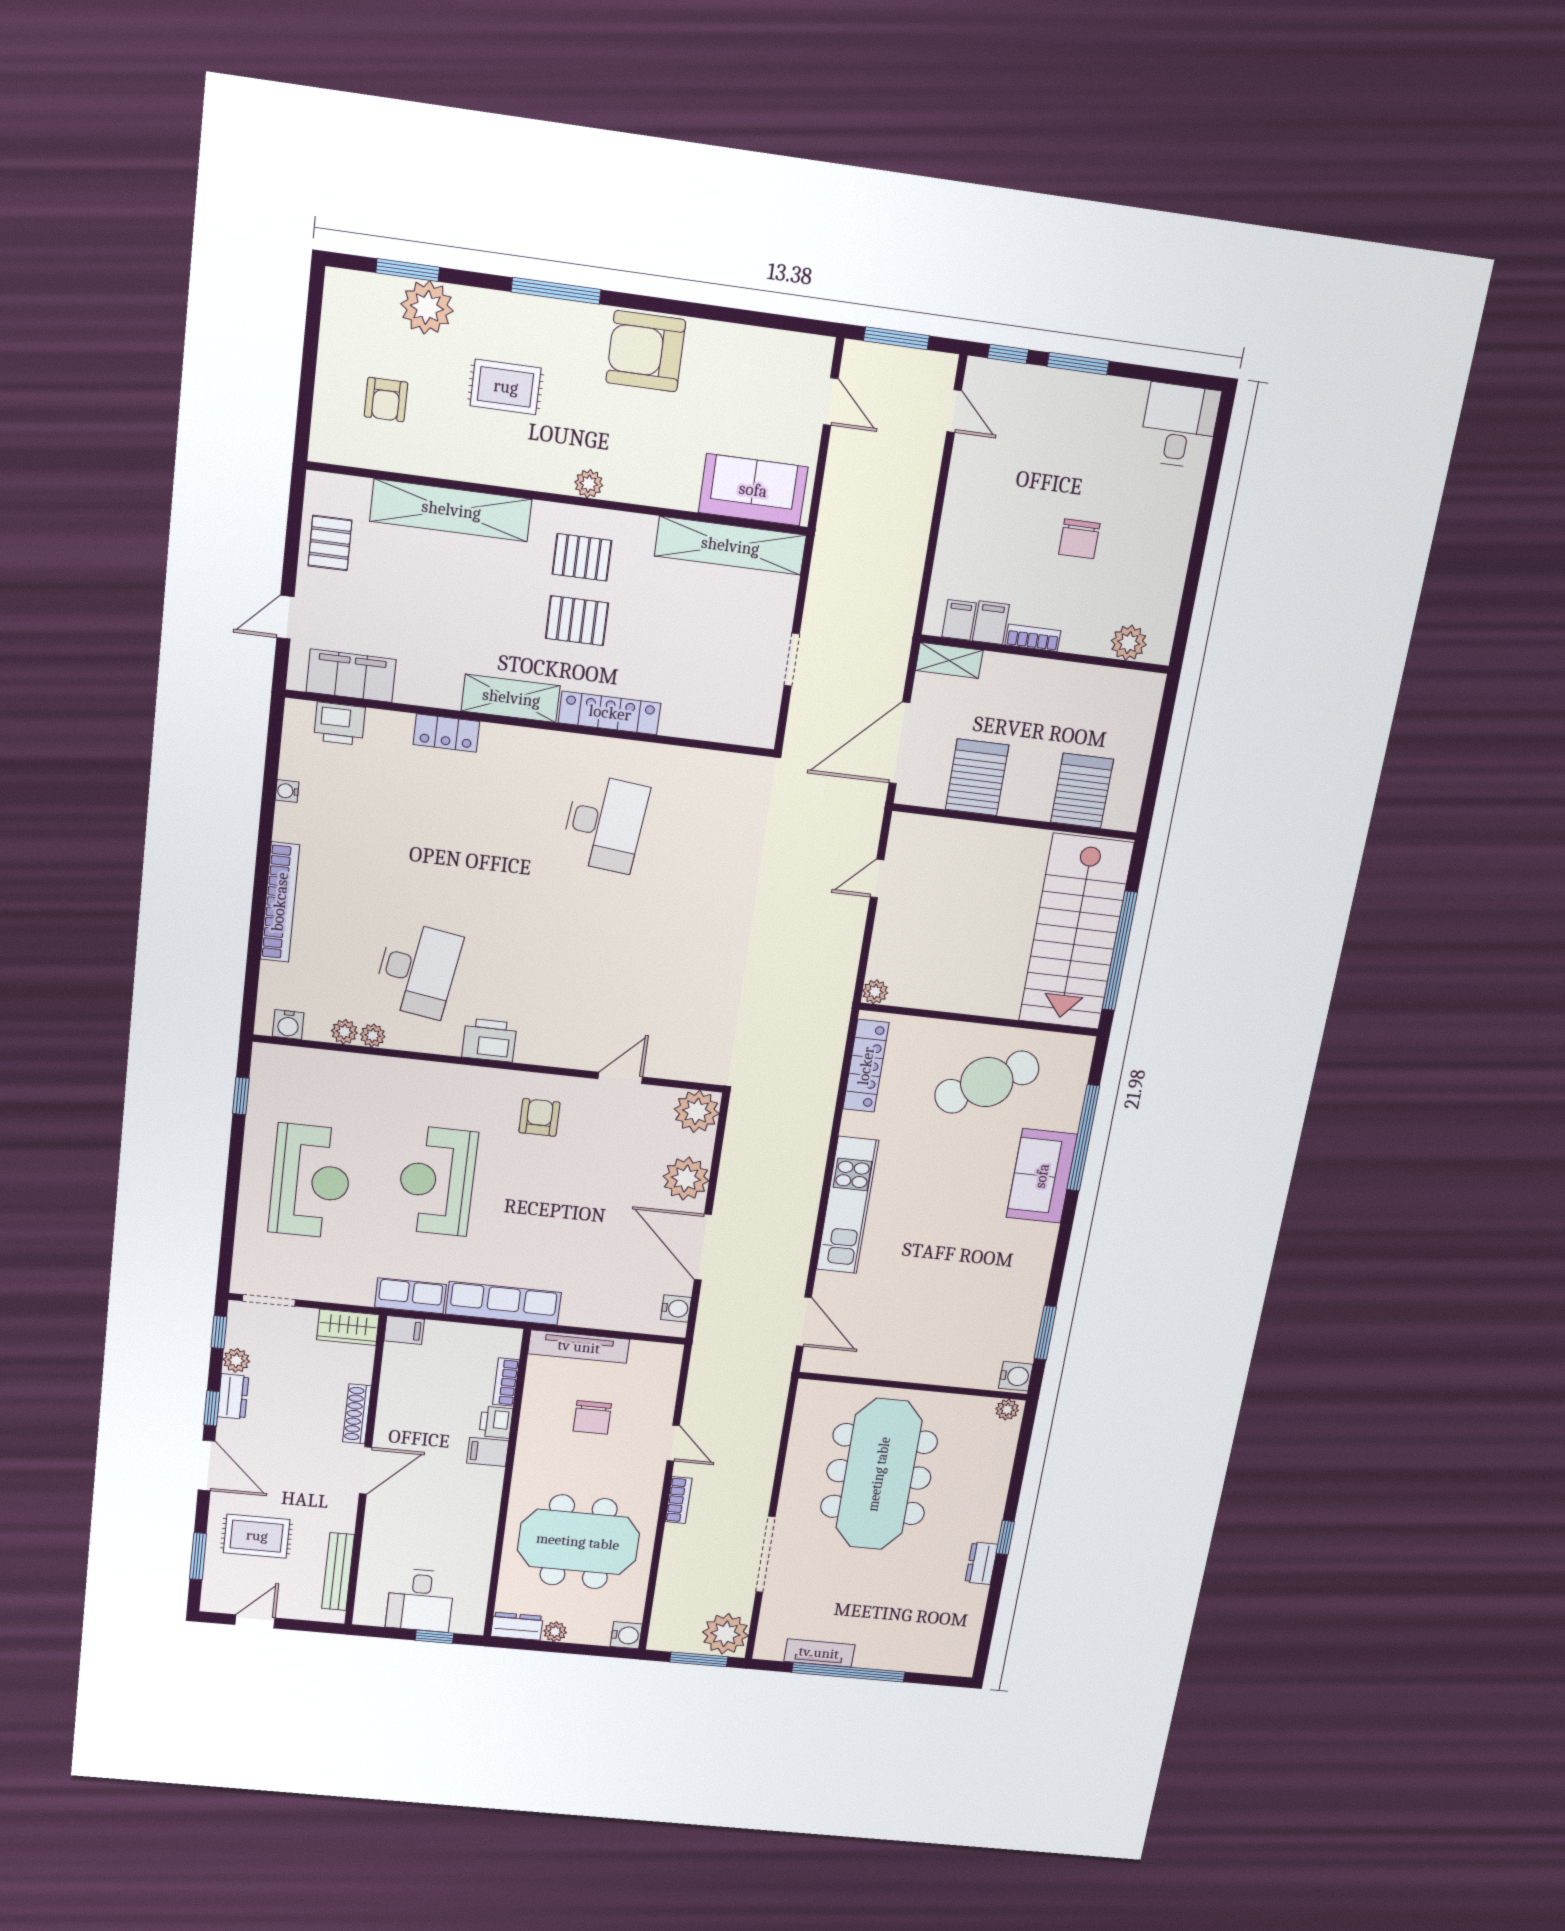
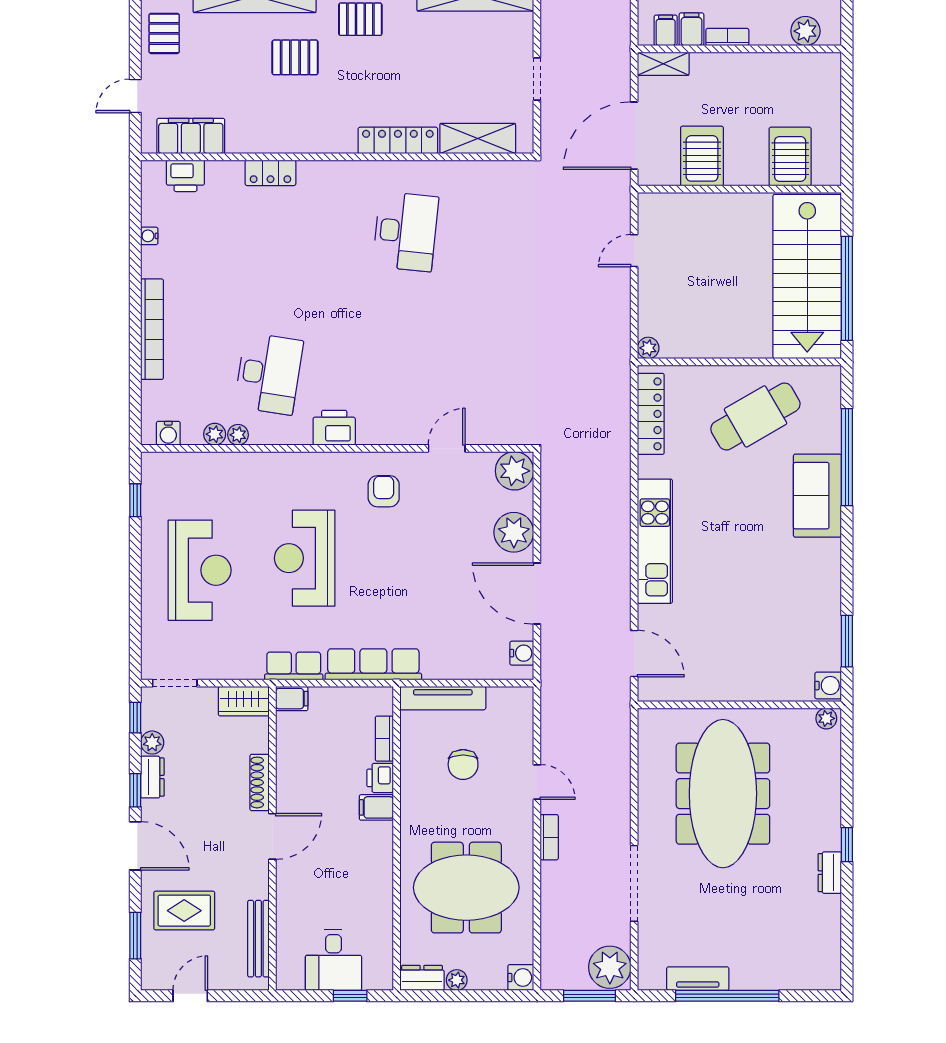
pallet: (577, 621) -> (295, 57), moved
shelving: (511, 698) -> (478, 138), moved

